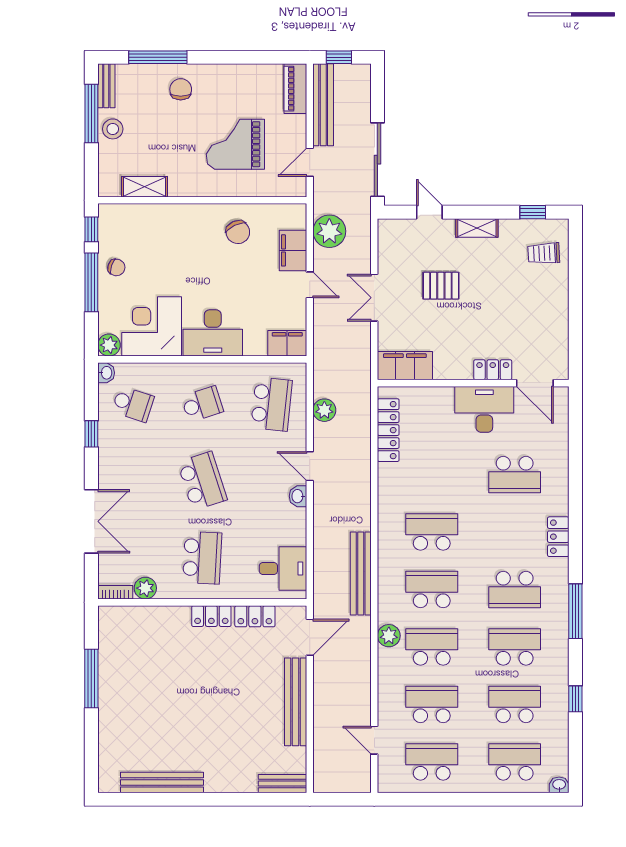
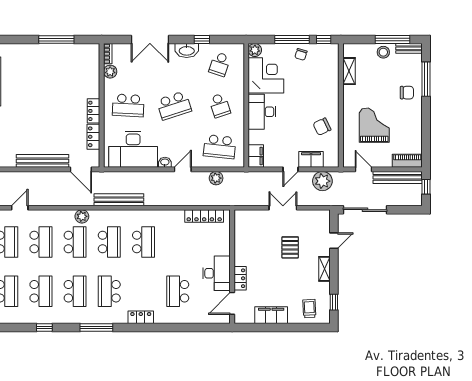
filing cabinet: (405, 366) -> (271, 315), moved, turned -90
washbasin: (106, 373) -> (187, 50), moved, width x1.91, depth x1.45
desk: (283, 569) -> (133, 149), width x1.87, depth x1.30

